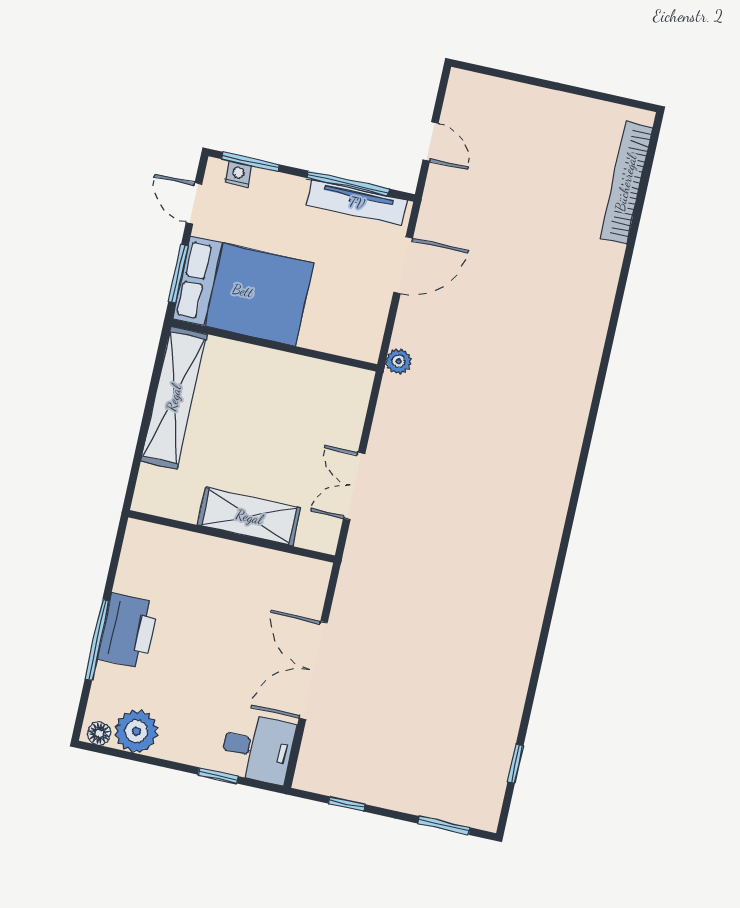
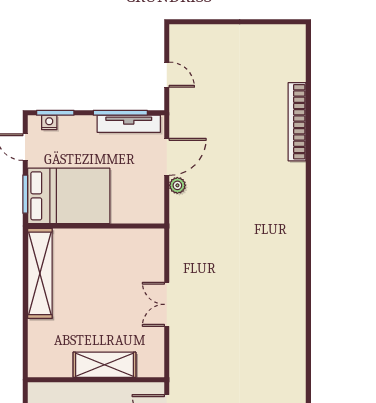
bookcase: (626, 183) -> (297, 122), moved
plant: (399, 361) -> (177, 185), moved
shelving: (249, 517) -> (104, 365), moved
wall: (232, 536) -> (96, 380), moved

